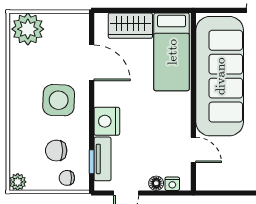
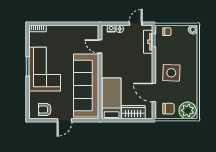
nightstand: (107, 121) -> (146, 62), removed
chair: (56, 151) -> (169, 109), moved

